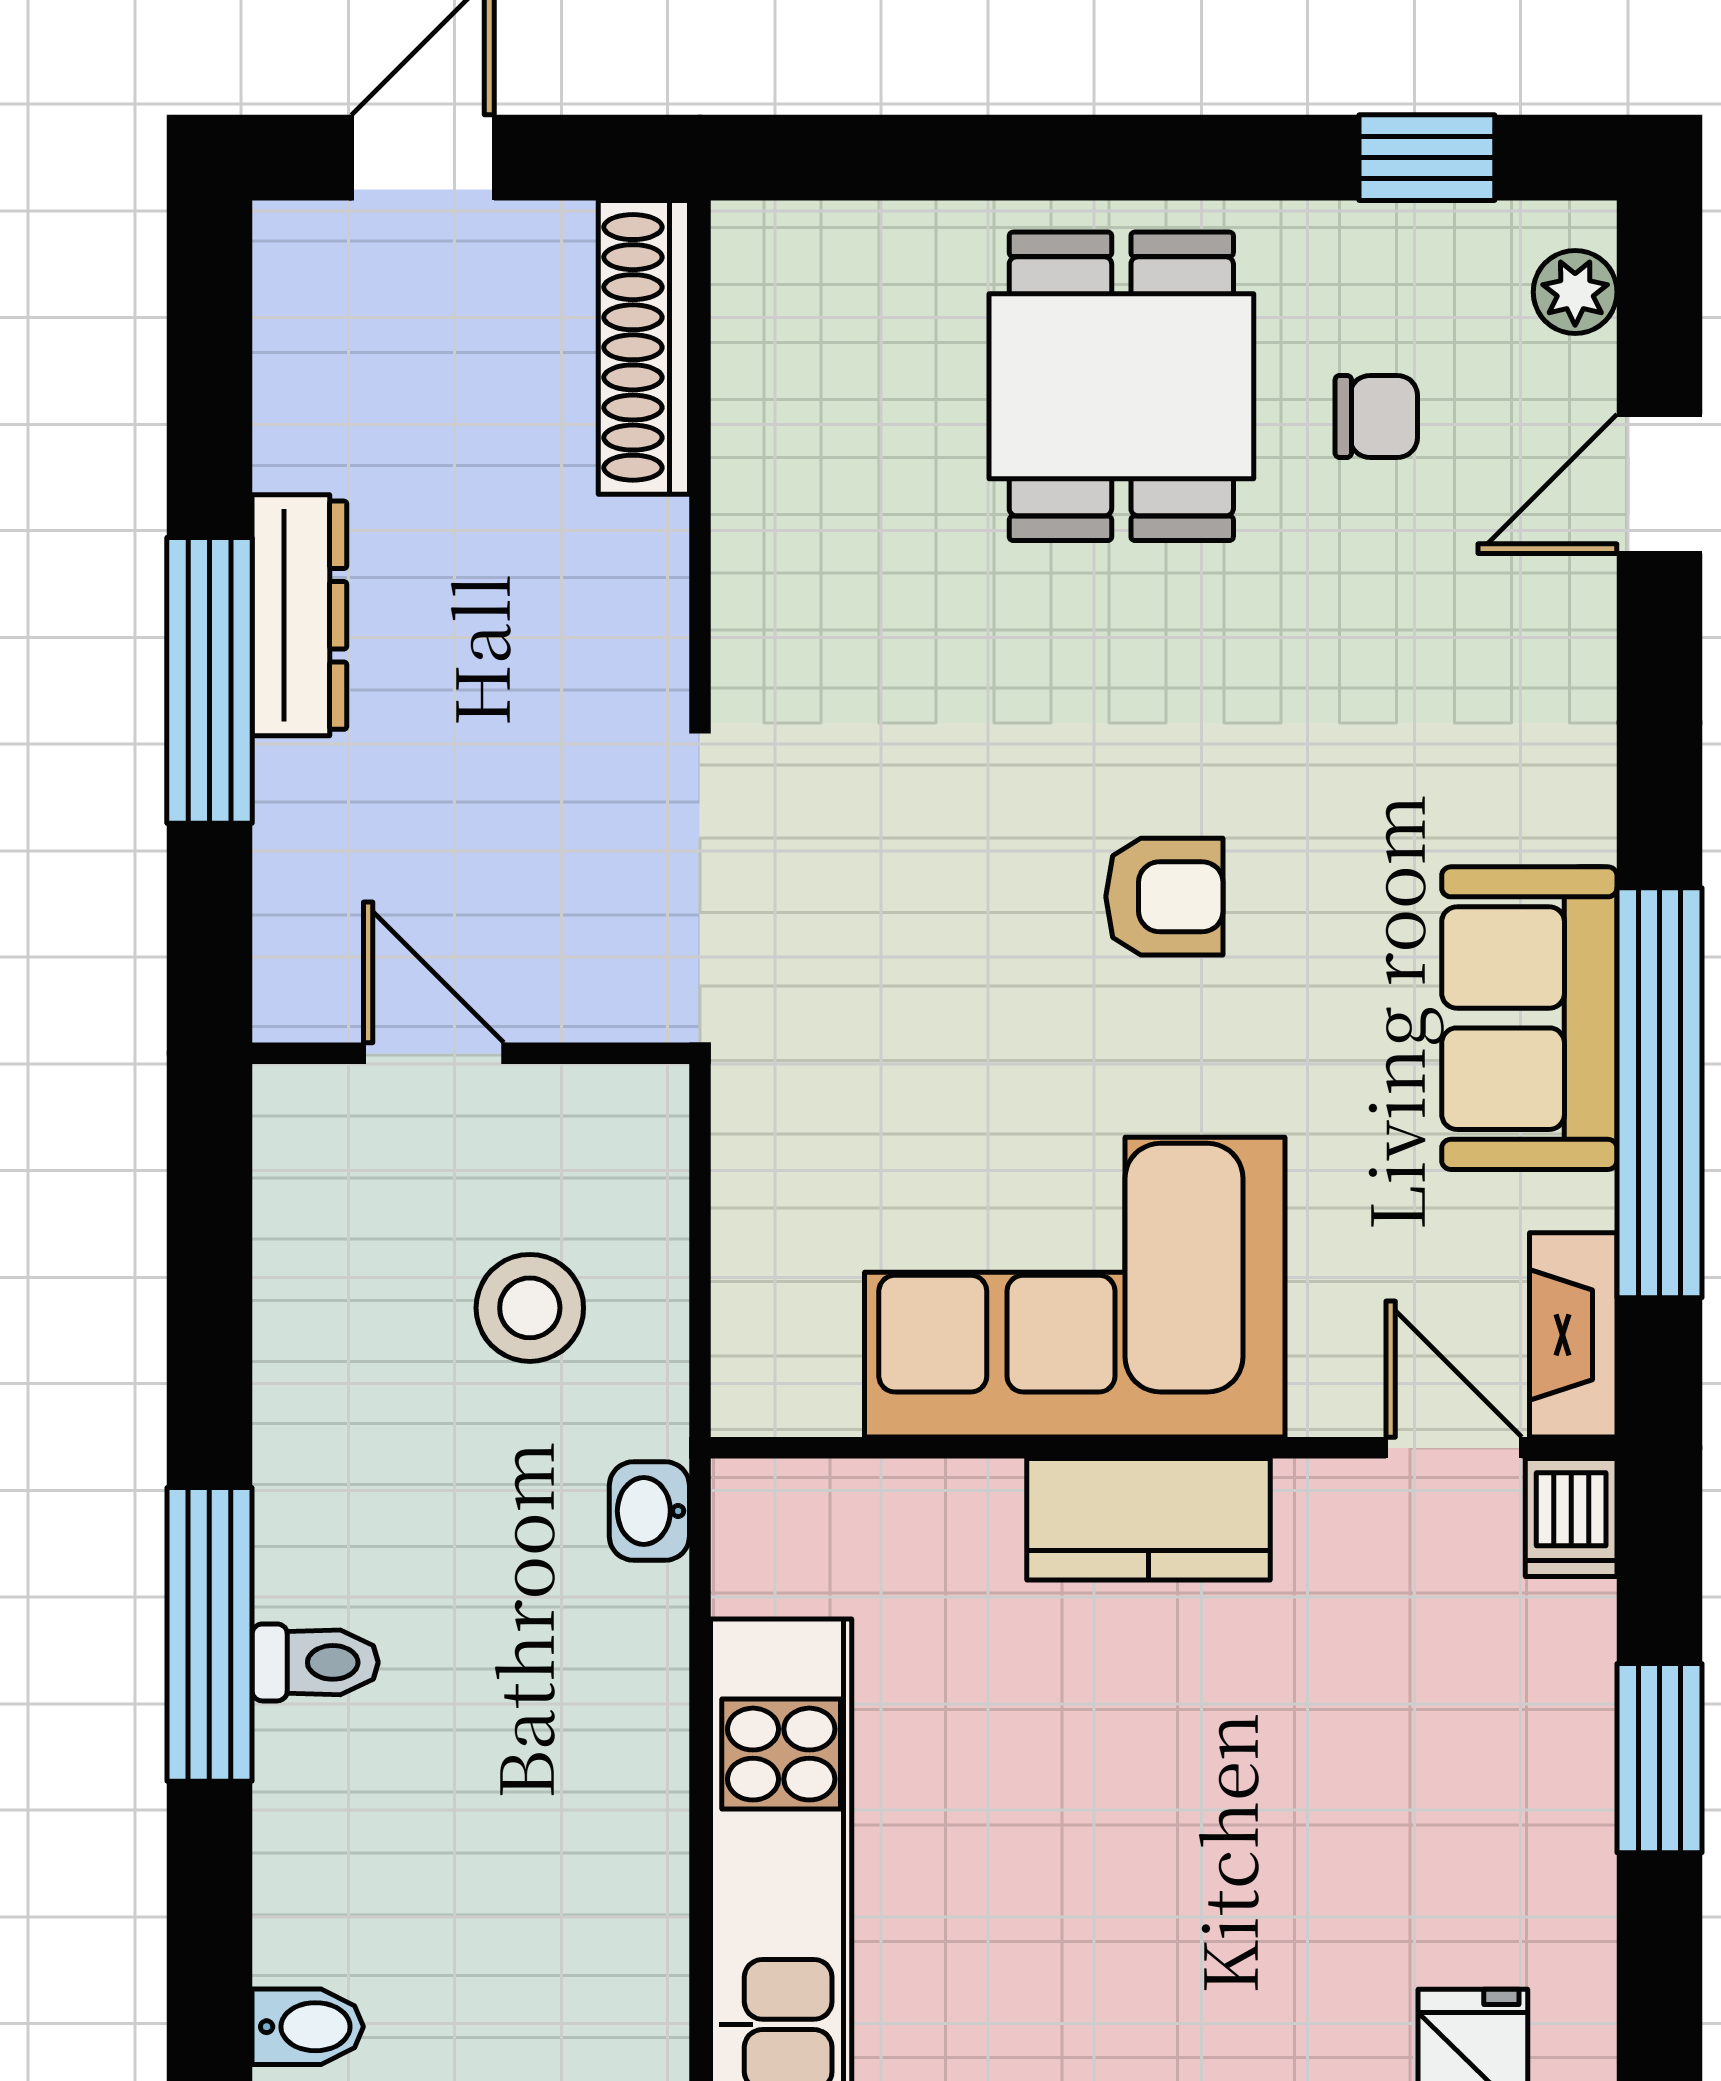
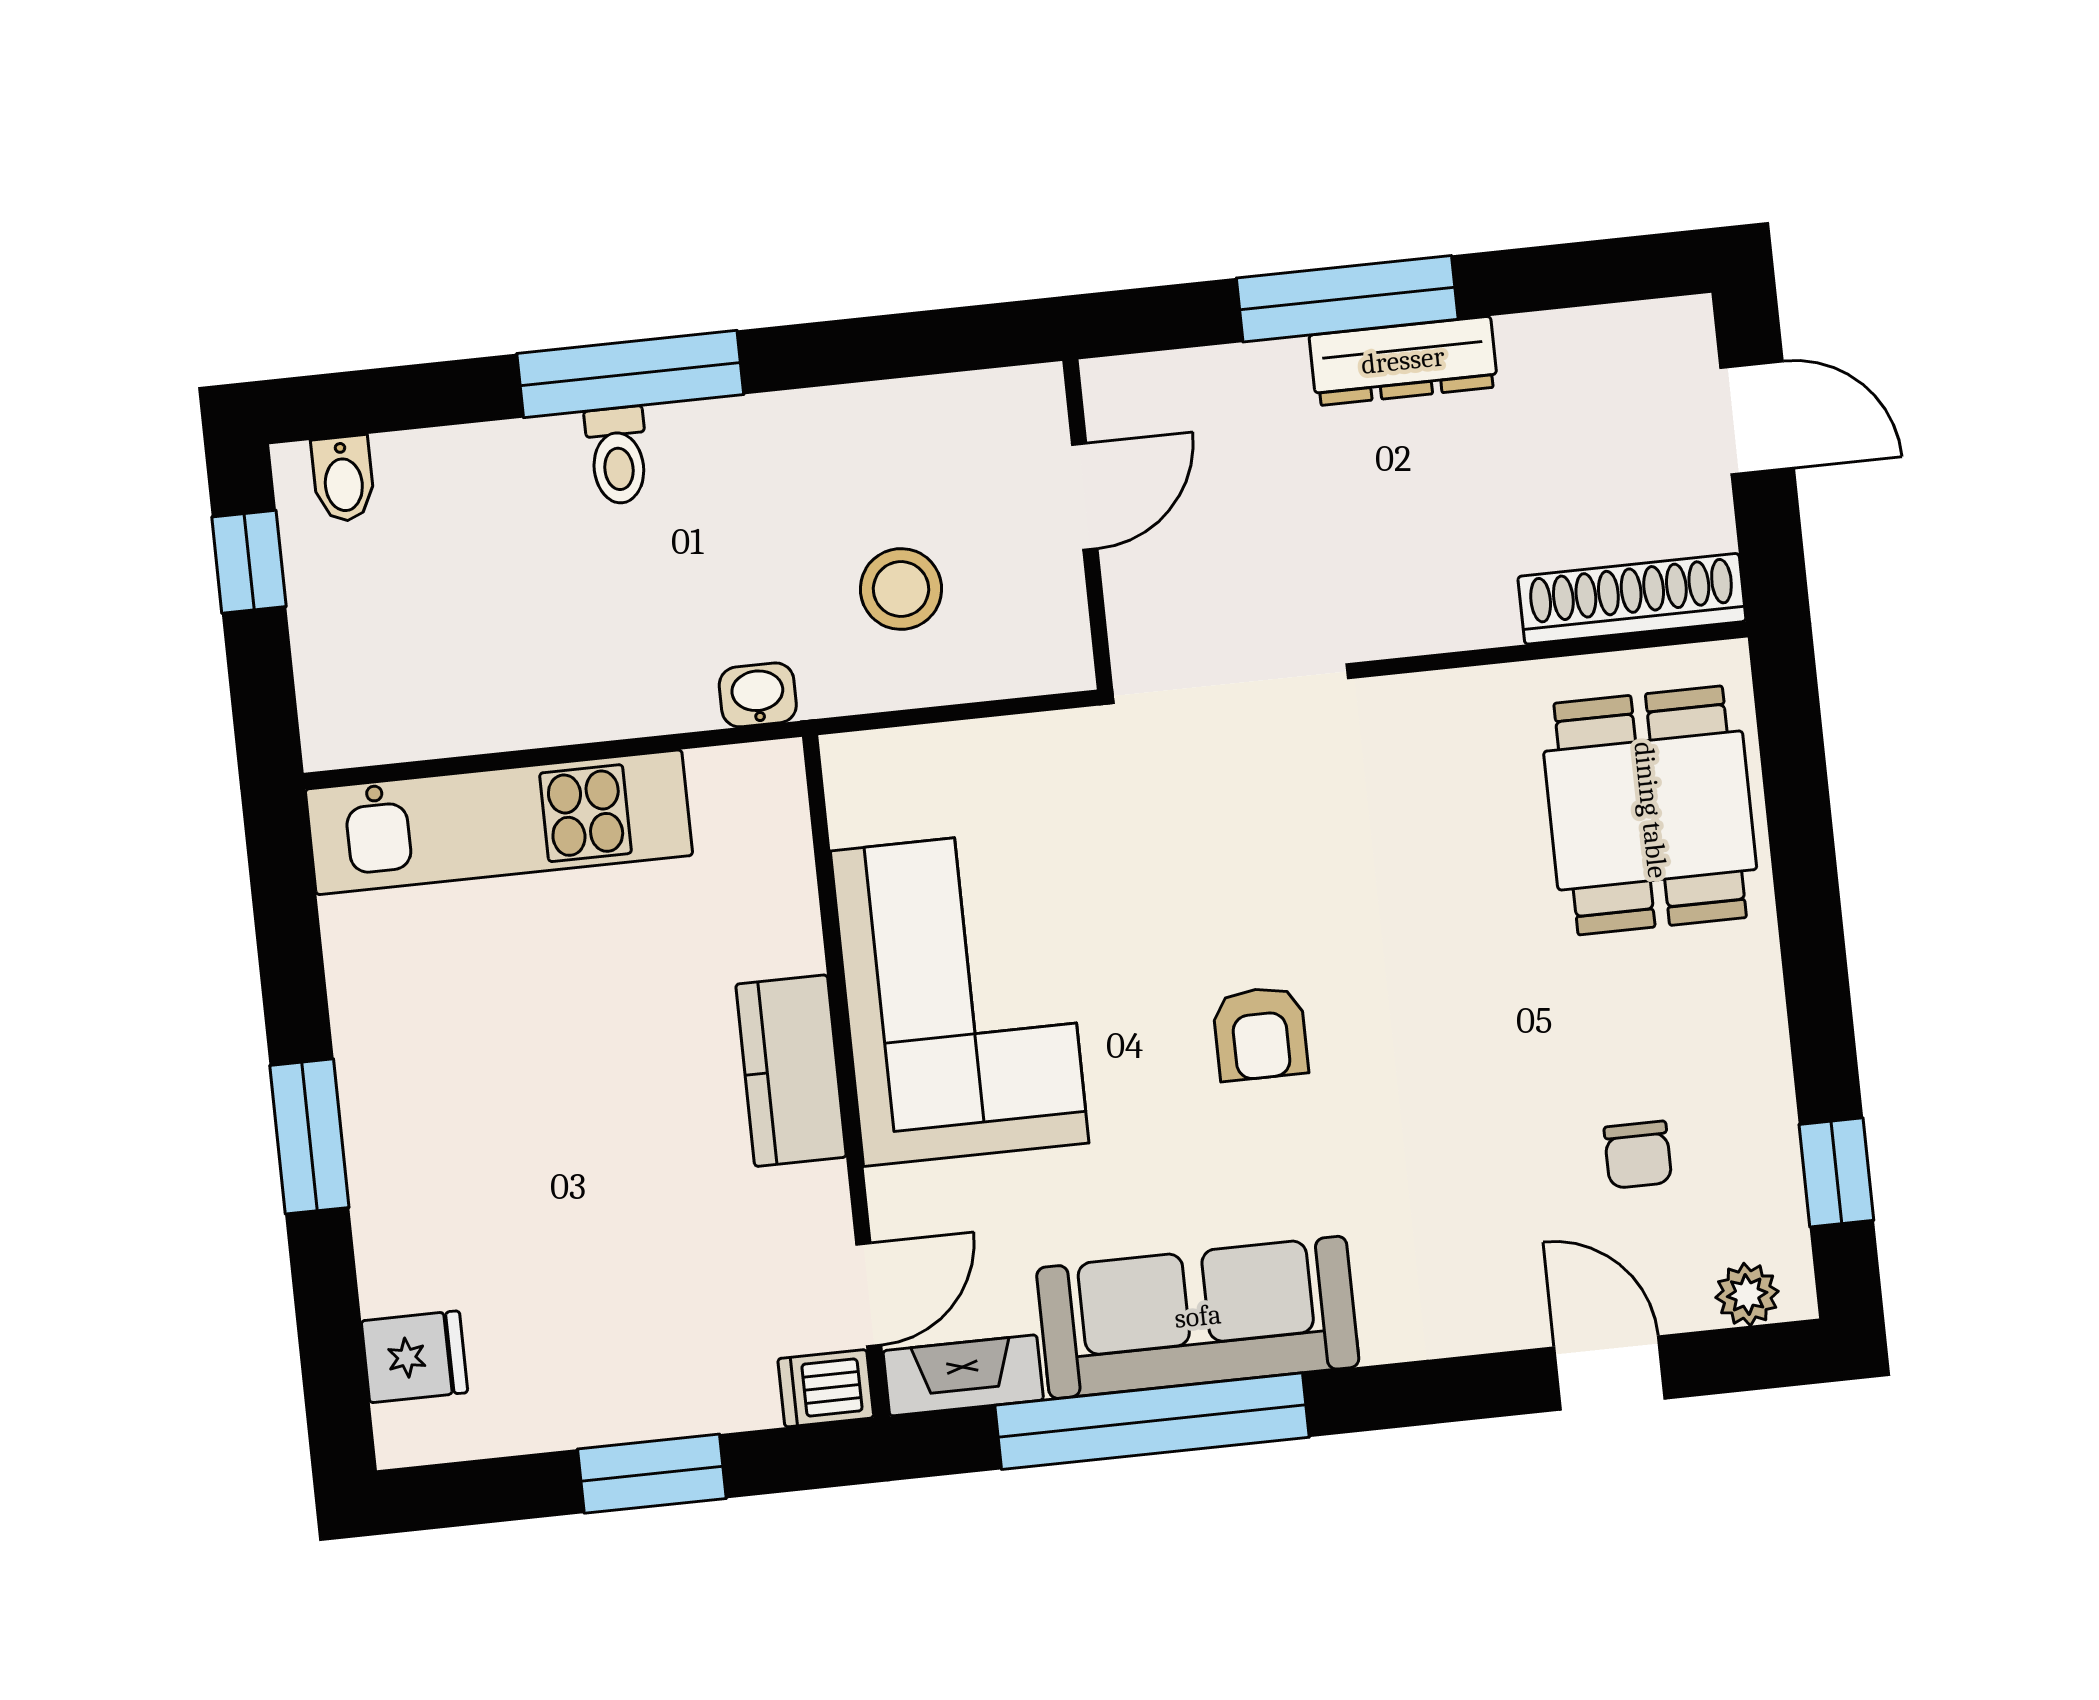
dining table: (1121, 386) -> (1650, 810), moved, turned 90
sofa: (1529, 1018) -> (1198, 1317), width x1.36

